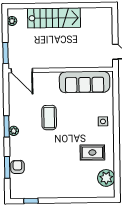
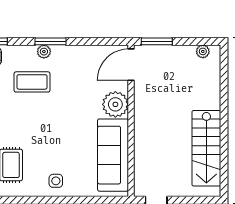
stairs: (54, 18) -> (206, 148), moved
plant: (49, 81) -> (115, 104), added
coffee table: (49, 118) -> (32, 82), moved

